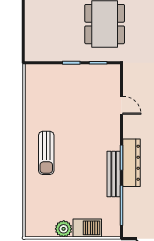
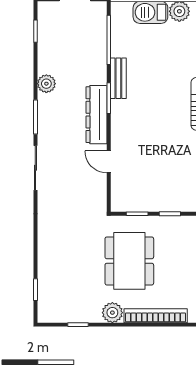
dresser: (131, 163) -> (97, 115), moved
bench: (114, 174) -> (118, 78), width x0.73

